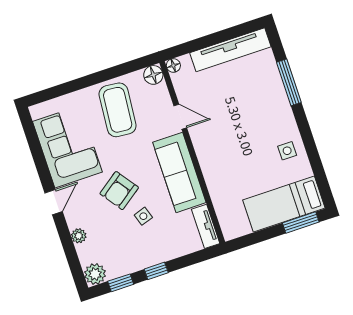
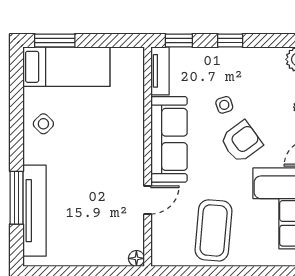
tv unit: (230, 50) -> (35, 211), moved, turned 90
floor lamp: (153, 75) -> (162, 255), removed
door: (180, 117) -> (148, 200), swing flipped
side table: (287, 151) -> (43, 124), turned 45
window: (121, 283) -> (179, 40), moved

